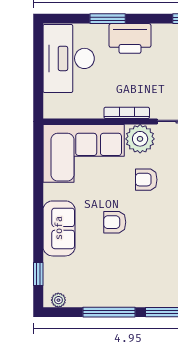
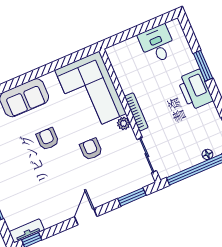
desk: (69, 58) -> (157, 44), width x0.53, depth x0.77
plant: (140, 139) -> (124, 123), width x0.53, depth x0.53

